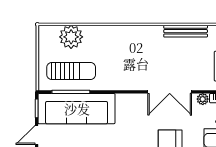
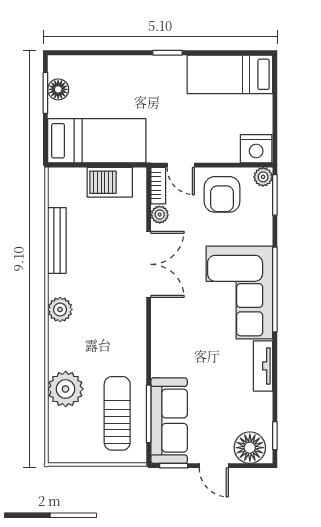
plant: (140, 33) -> (60, 309), added
plant: (71, 37) -> (66, 389), moved
sofa: (77, 109) -> (169, 421), width x0.74, depth x0.79

